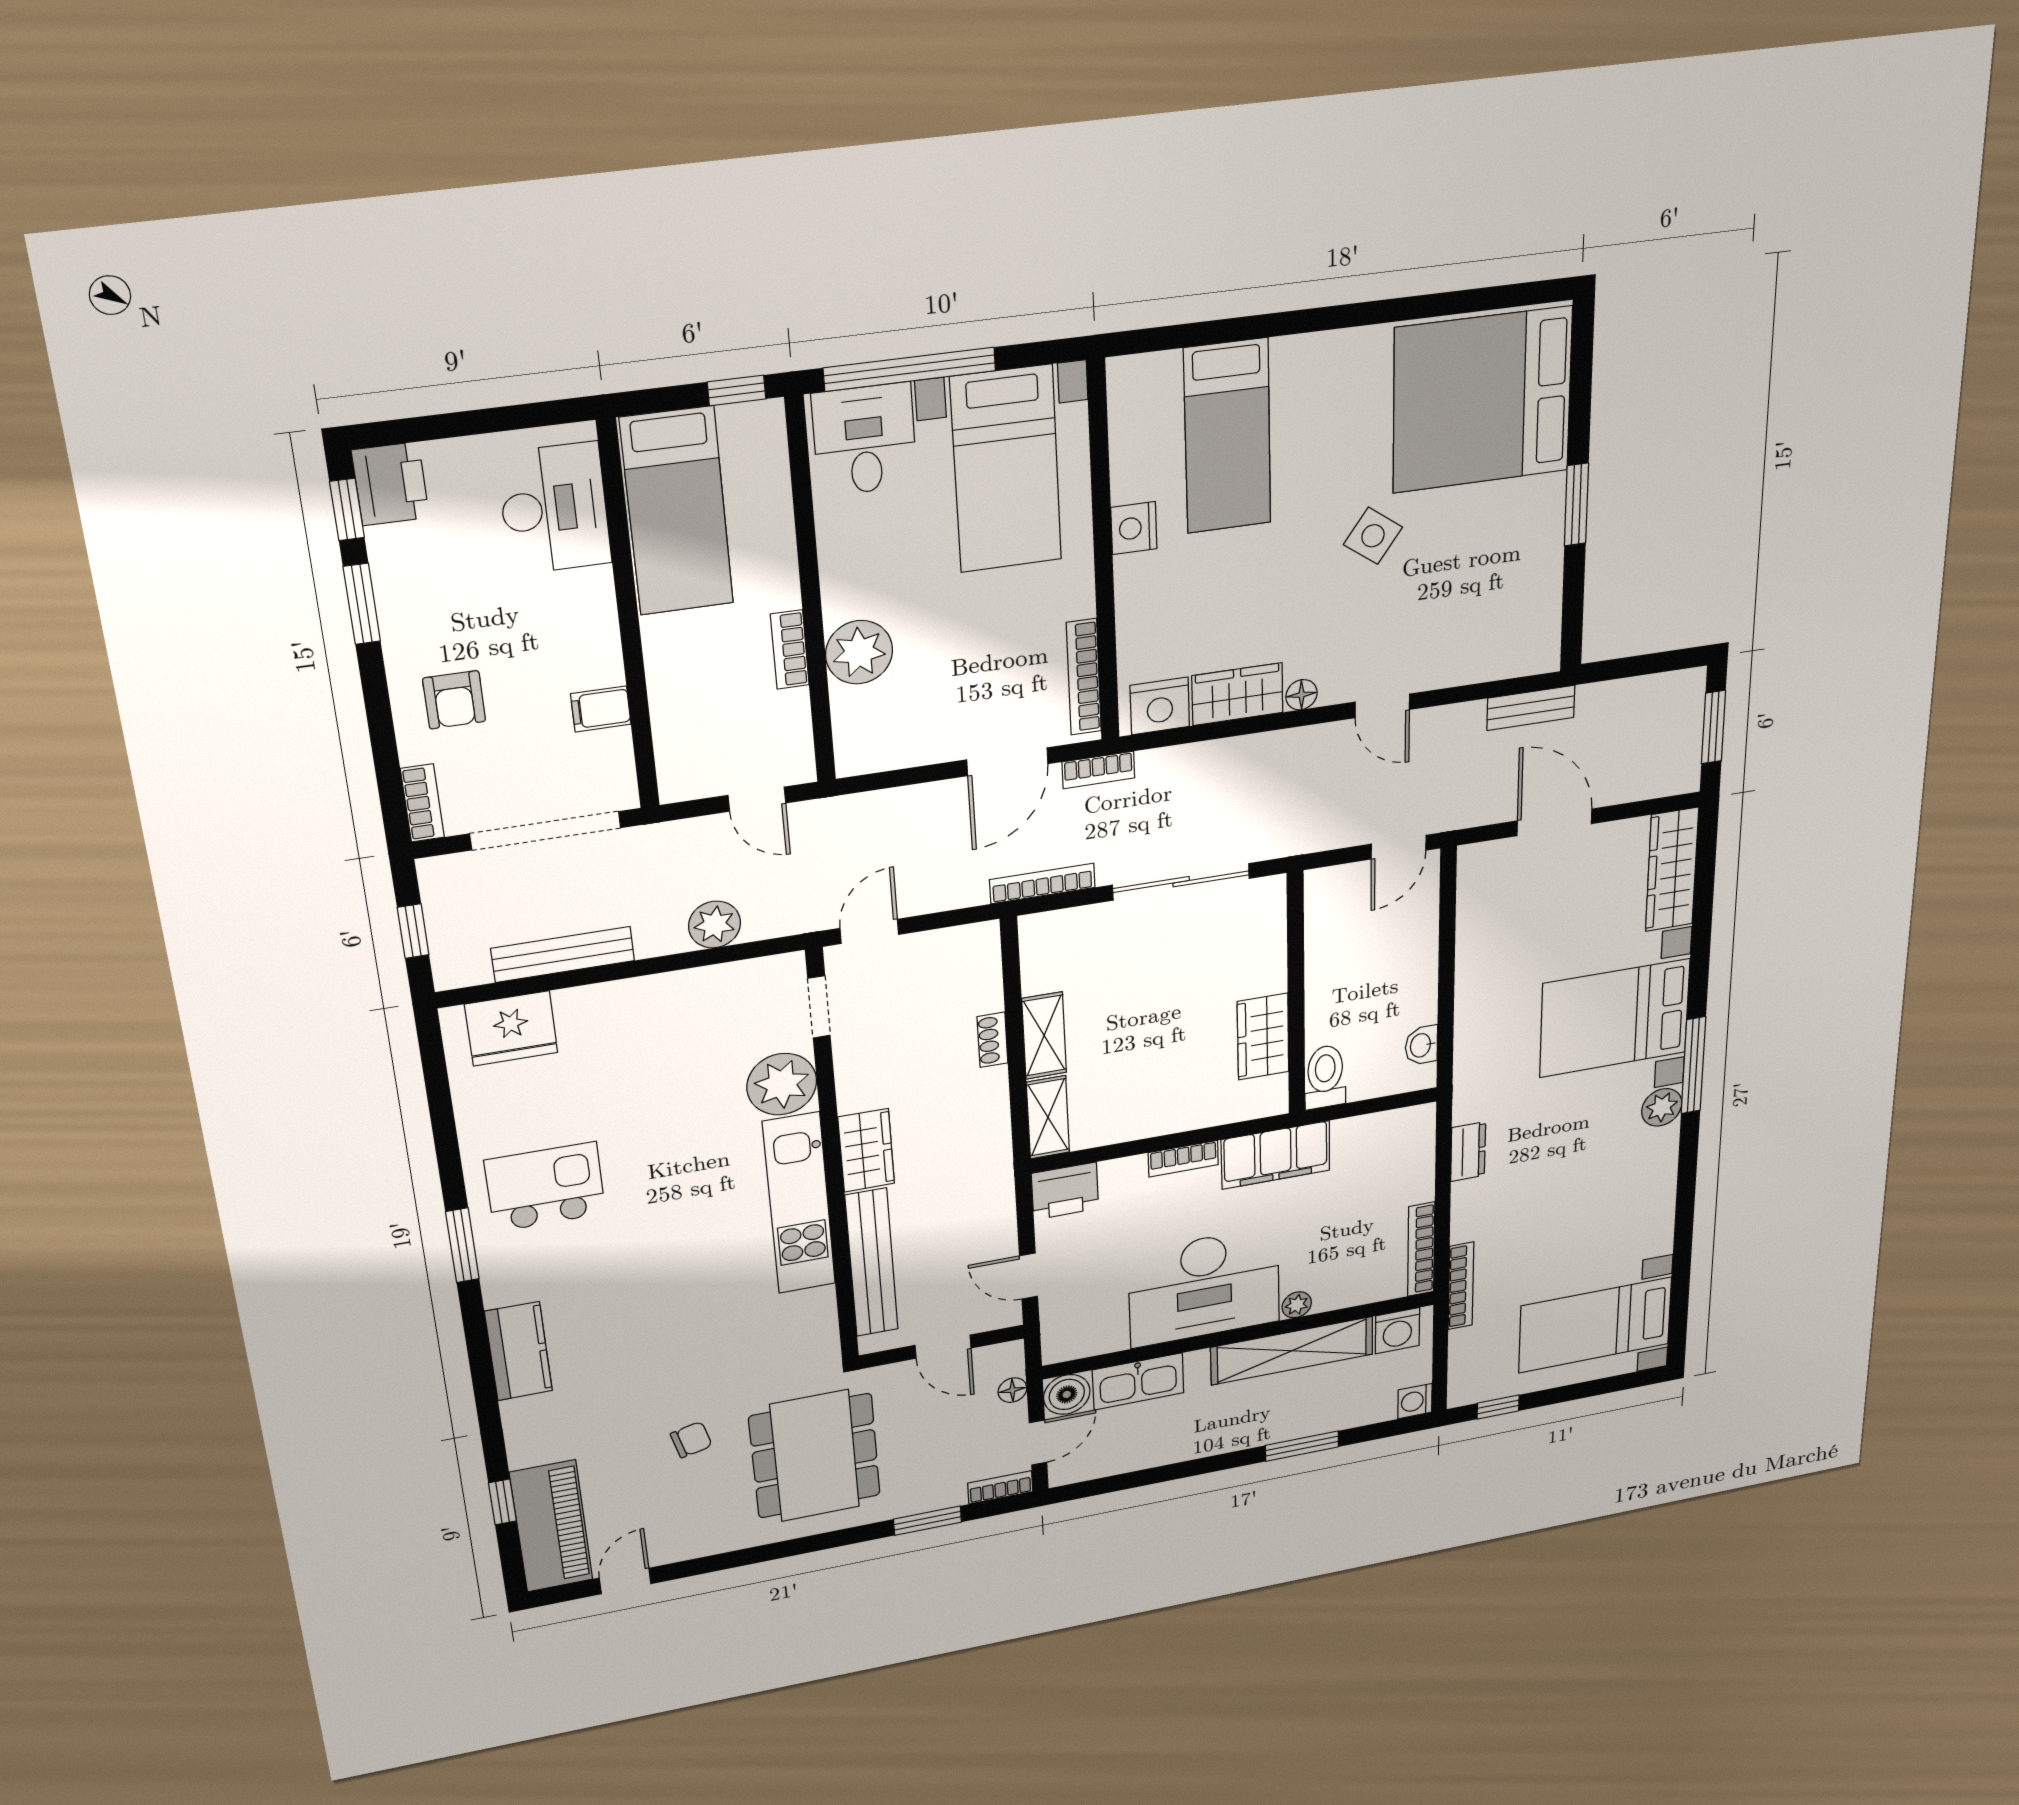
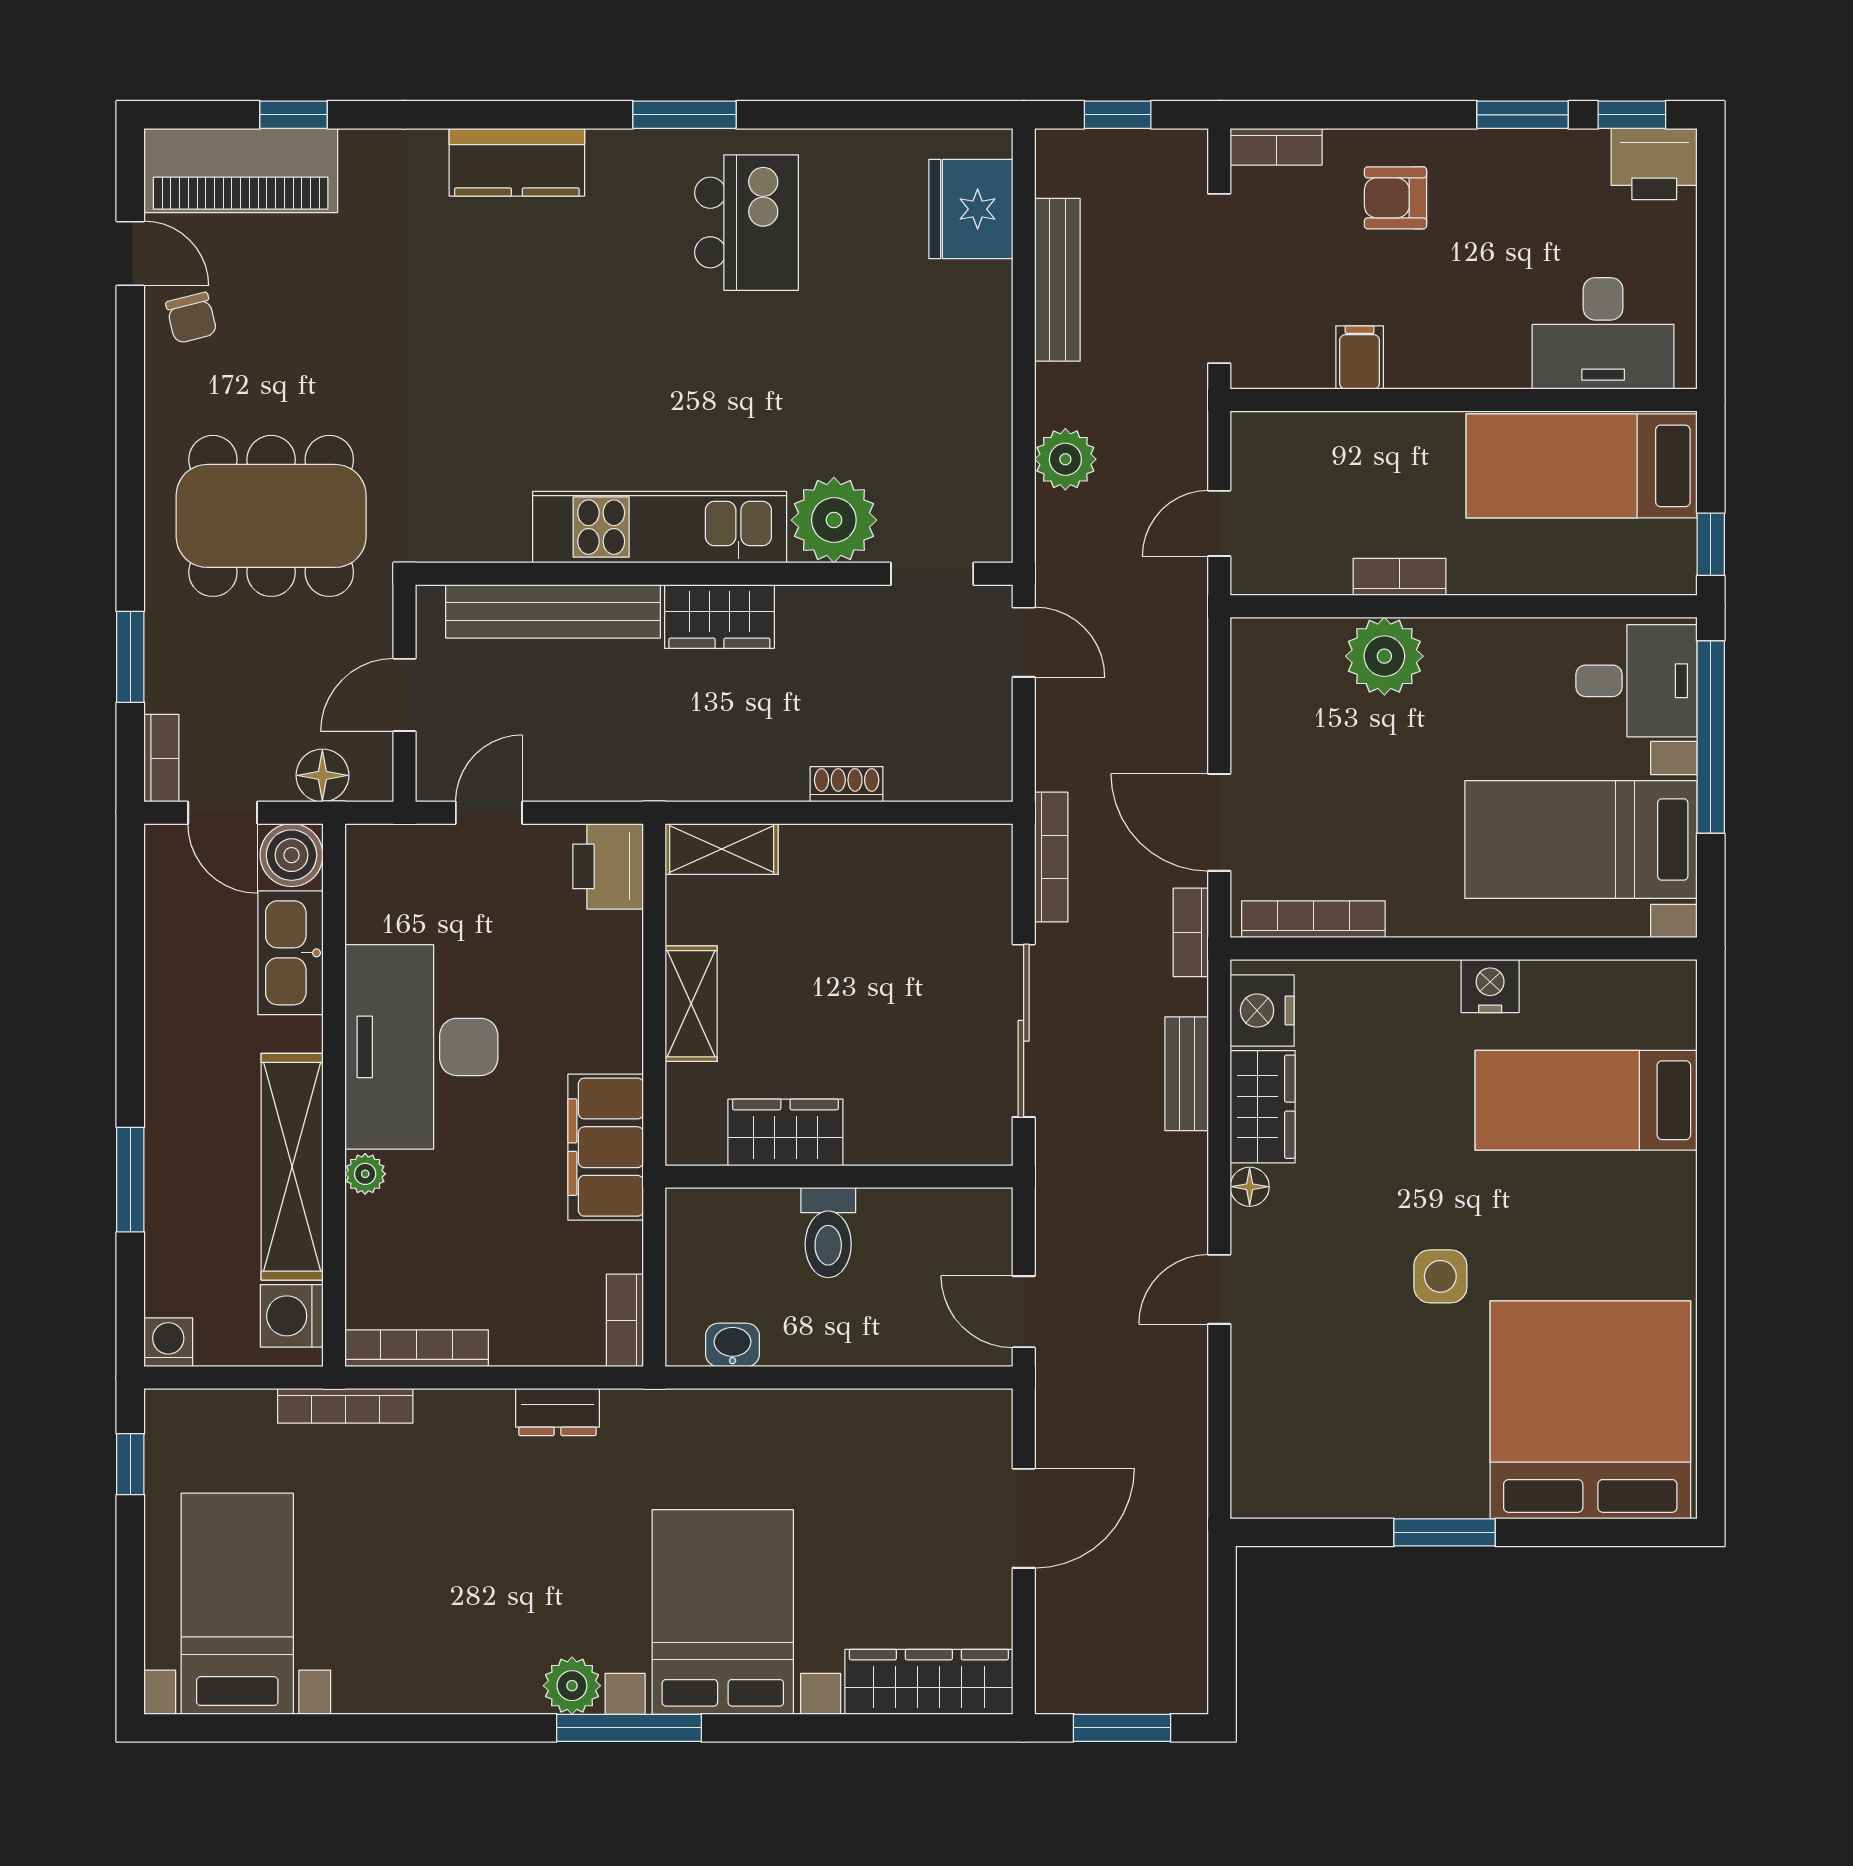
side table: (1373, 536) -> (1440, 1276), turned -36
bench: (1531, 708) -> (1187, 1074), moved
shelving: (1044, 1036) -> (691, 1004), moved, turned 90
toilet: (1325, 1077) -> (828, 1233), moved, turned 90
bookcase: (1183, 1159) -> (625, 1320), moved
floor lamp: (1012, 1390) -> (322, 775), width x1.37, depth x1.37
chair: (691, 1440) -> (191, 318), moved

